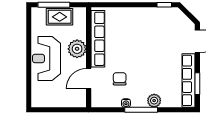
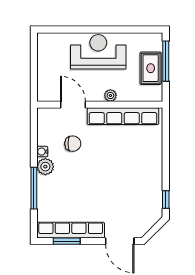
plant: (77, 49) -> (110, 95), width x0.53, depth x0.53
plant: (154, 101) -> (45, 167), moved
window: (141, 110) -> (34, 188), moved

